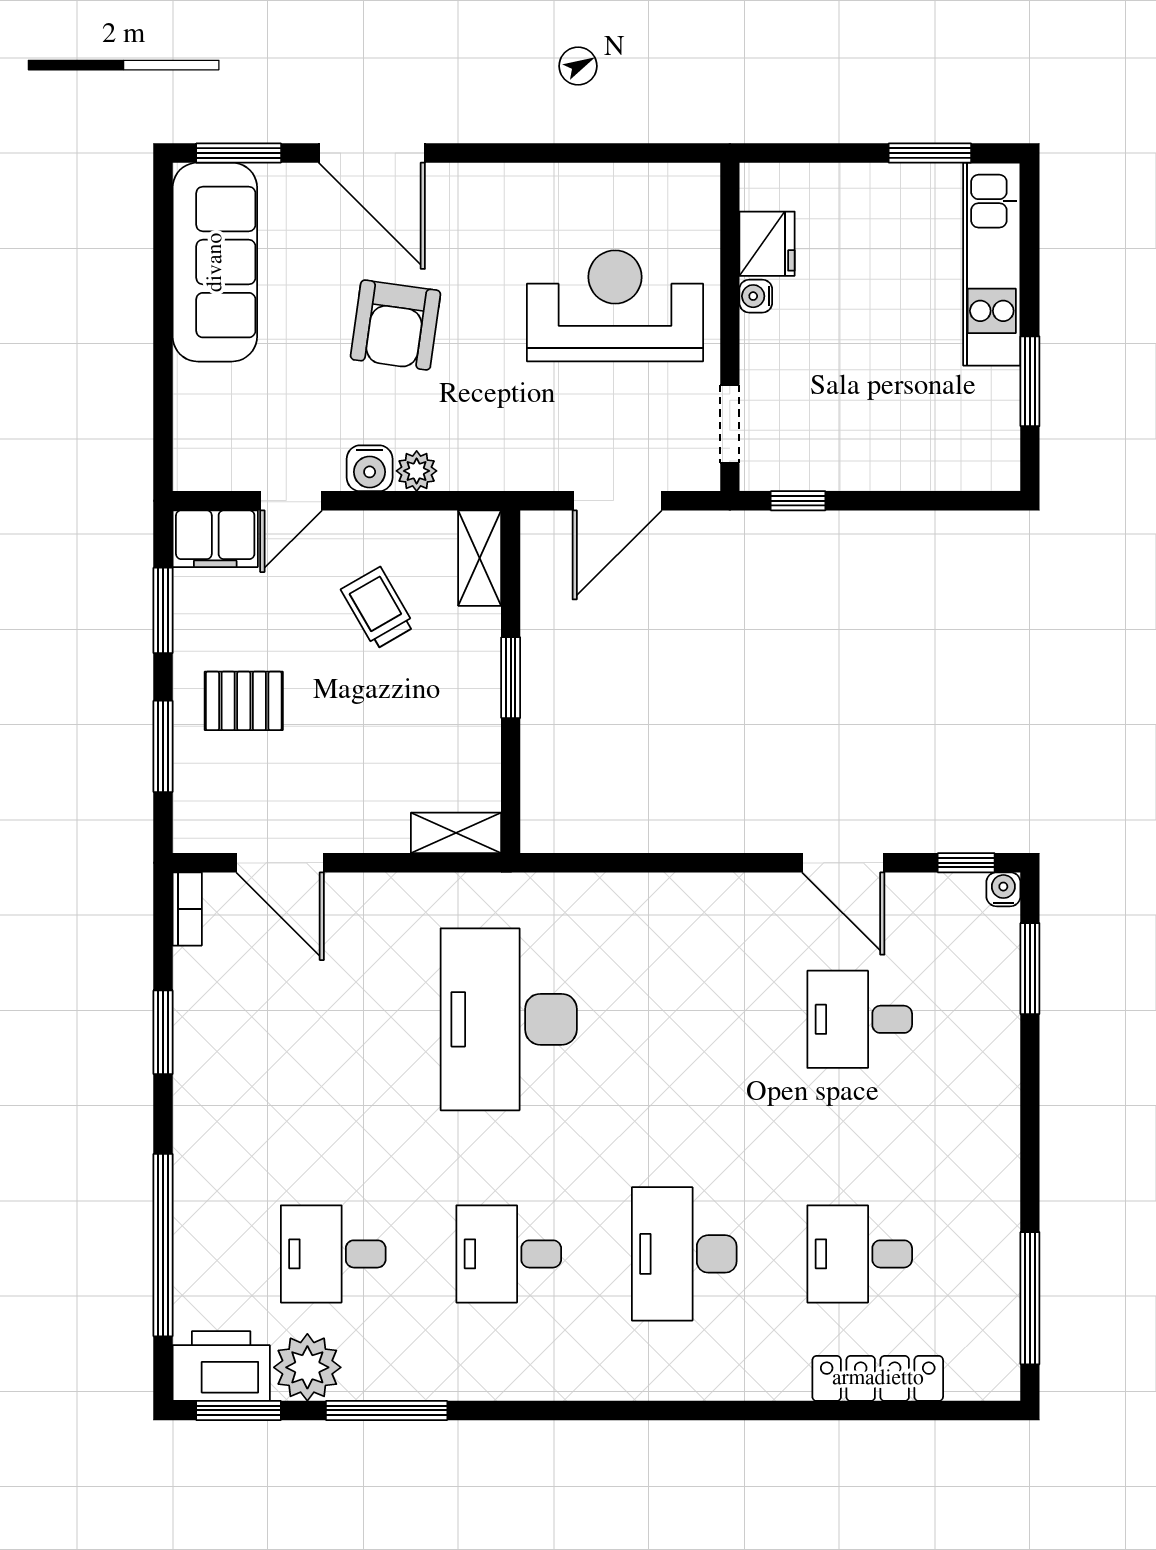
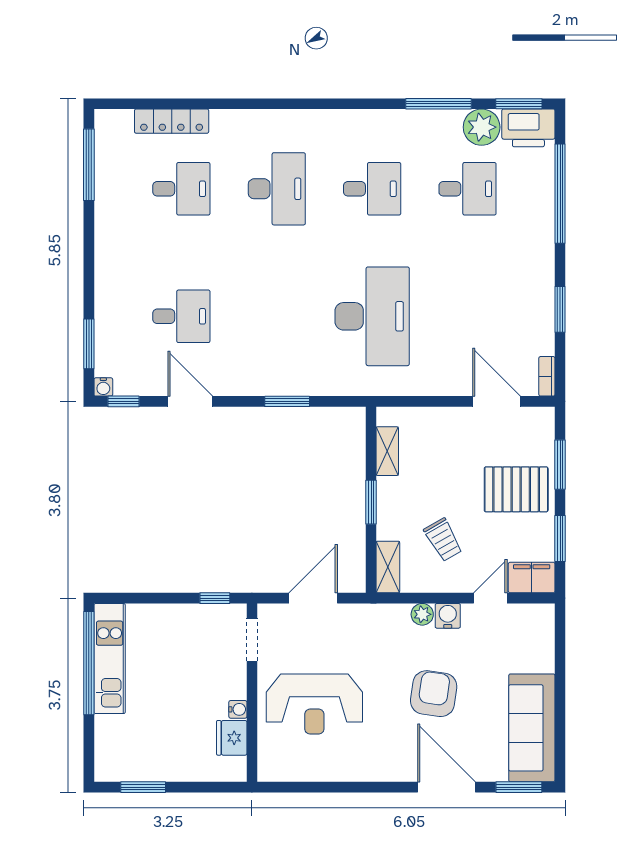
kitchen unit: (992, 264) -> (110, 659), moved
window: (1030, 381) -> (89, 663), width x2.11
pallet: (244, 701) -> (516, 489), width x1.50, depth x1.42
shelving: (456, 833) -> (387, 451), moved, turned 90
window: (665, 863) -> (287, 401), added

